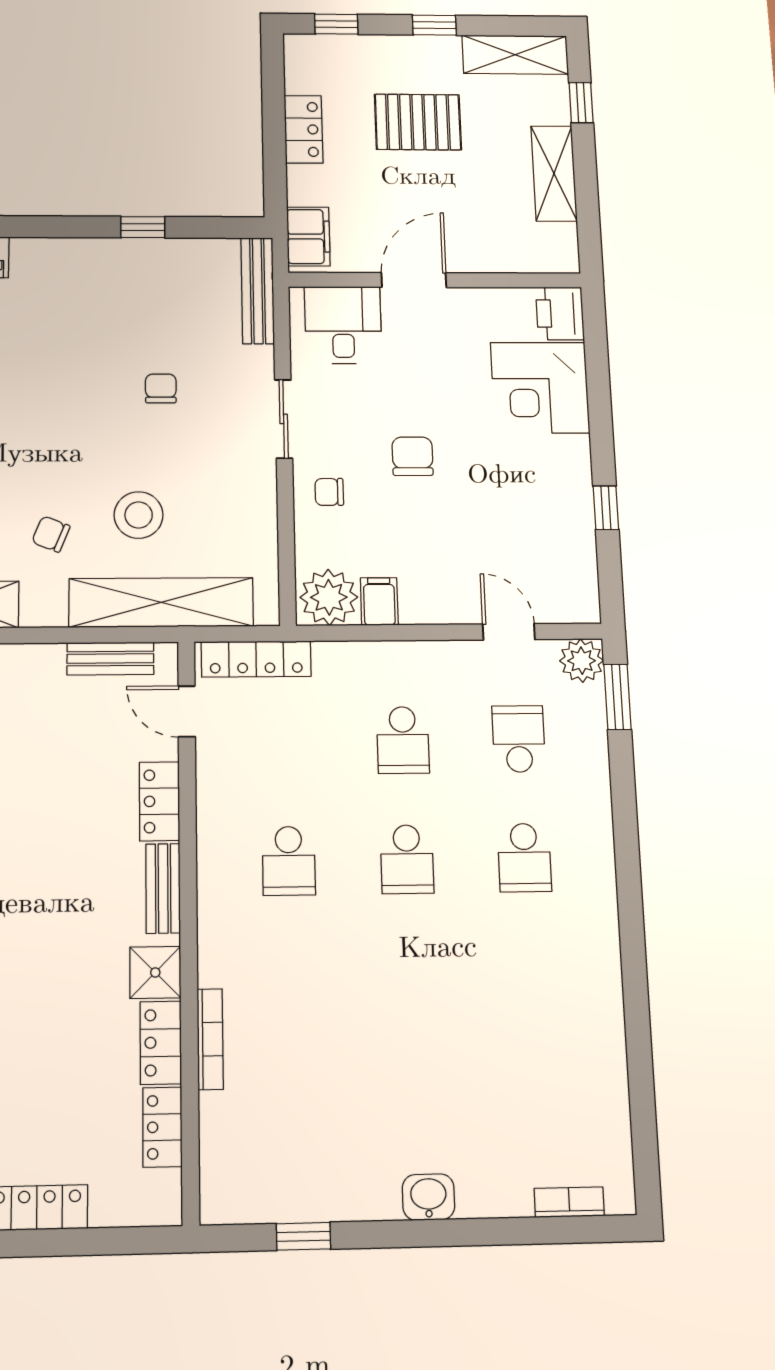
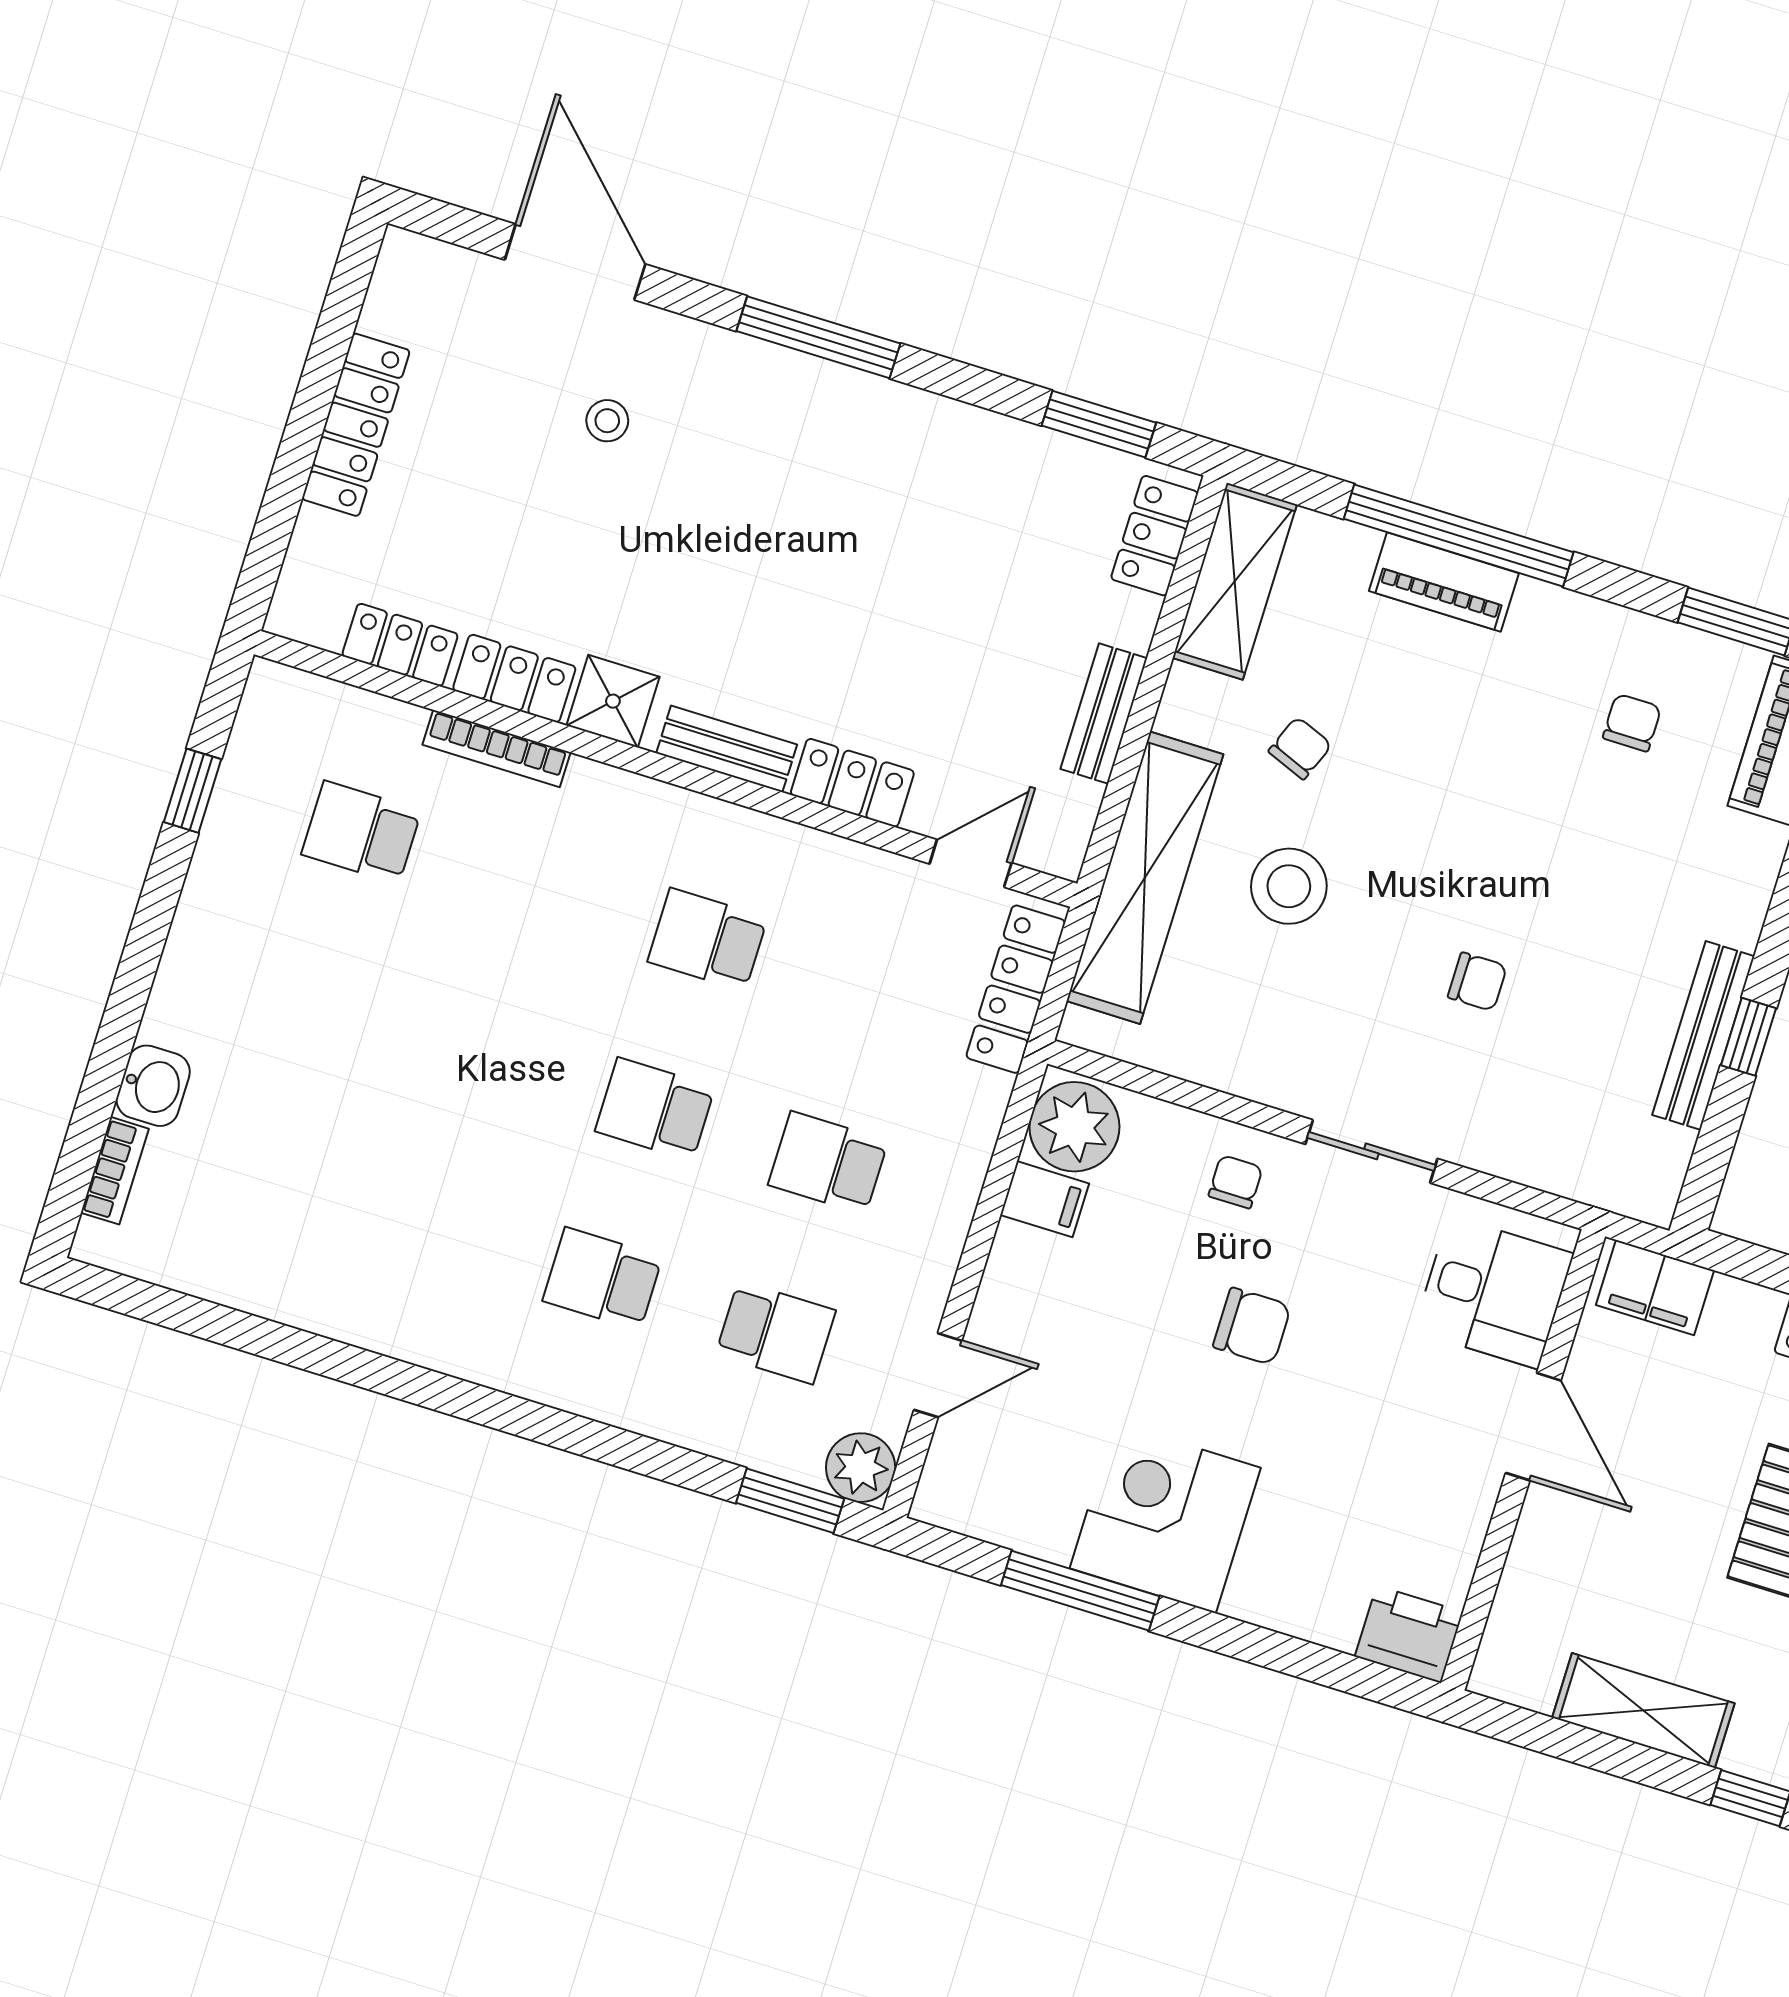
bench: (258, 291) -> (1703, 1036), moved, turned 90
corner desk: (540, 388) -> (1165, 1518), moved
window: (606, 508) -> (1080, 1591), width x2.17
bench: (110, 659) -> (1104, 714), moved
school desk: (294, 1111) -> (361, 832), added
washbasin: (428, 1197) -> (153, 1086), moved

